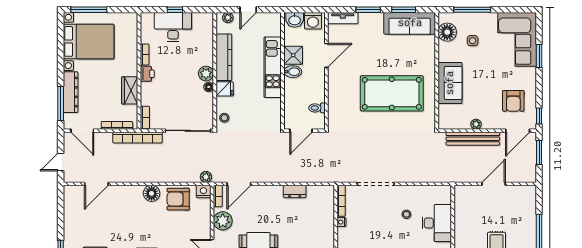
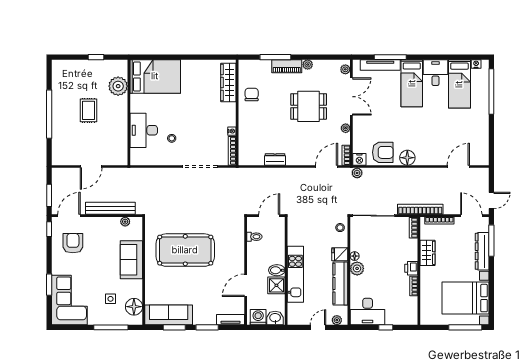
desk: (173, 27) -> (368, 312), moved
plant: (476, 124) -> (125, 222), moved
door: (61, 162) -> (491, 200), moved
plant: (223, 221) -> (346, 128), width x0.53, depth x0.53

